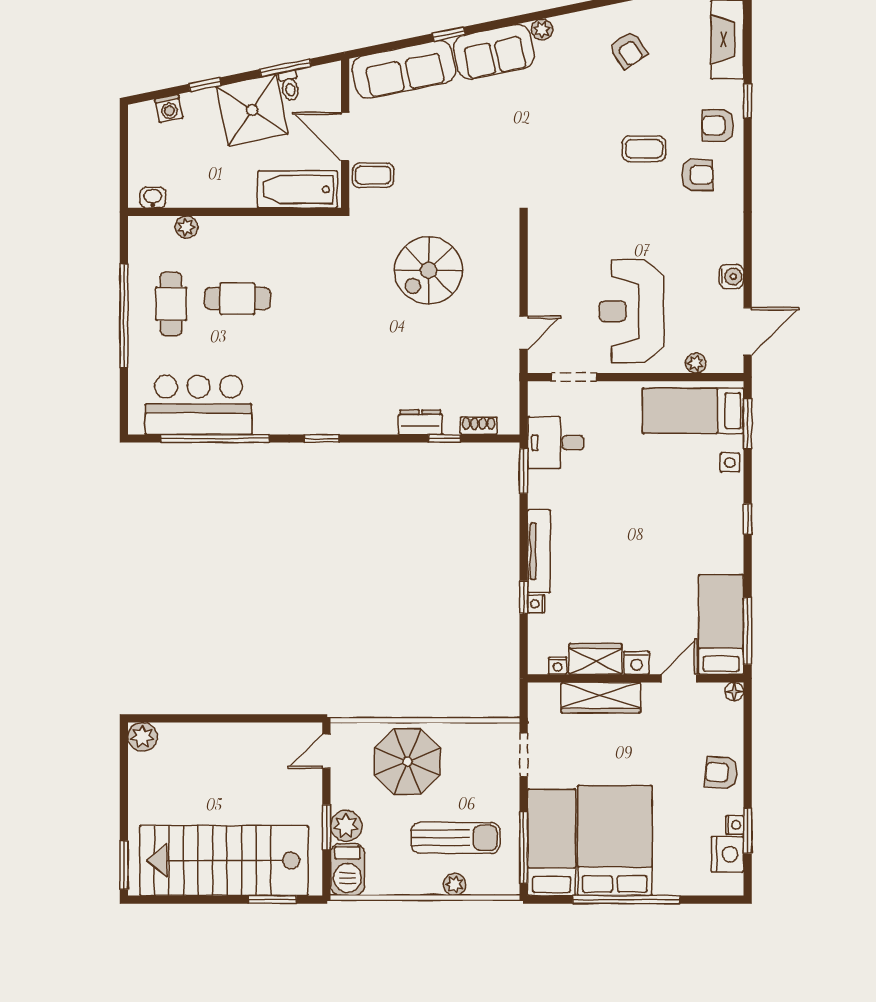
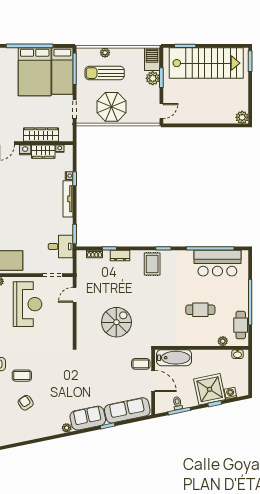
armchair: (628, 50) -> (26, 403), moved
shower: (252, 110) -> (210, 389), moved
cafe table: (171, 304) -> (241, 325), moved
rug: (347, 403) -> (152, 264), added
parasol: (407, 761) -> (112, 107), moved

